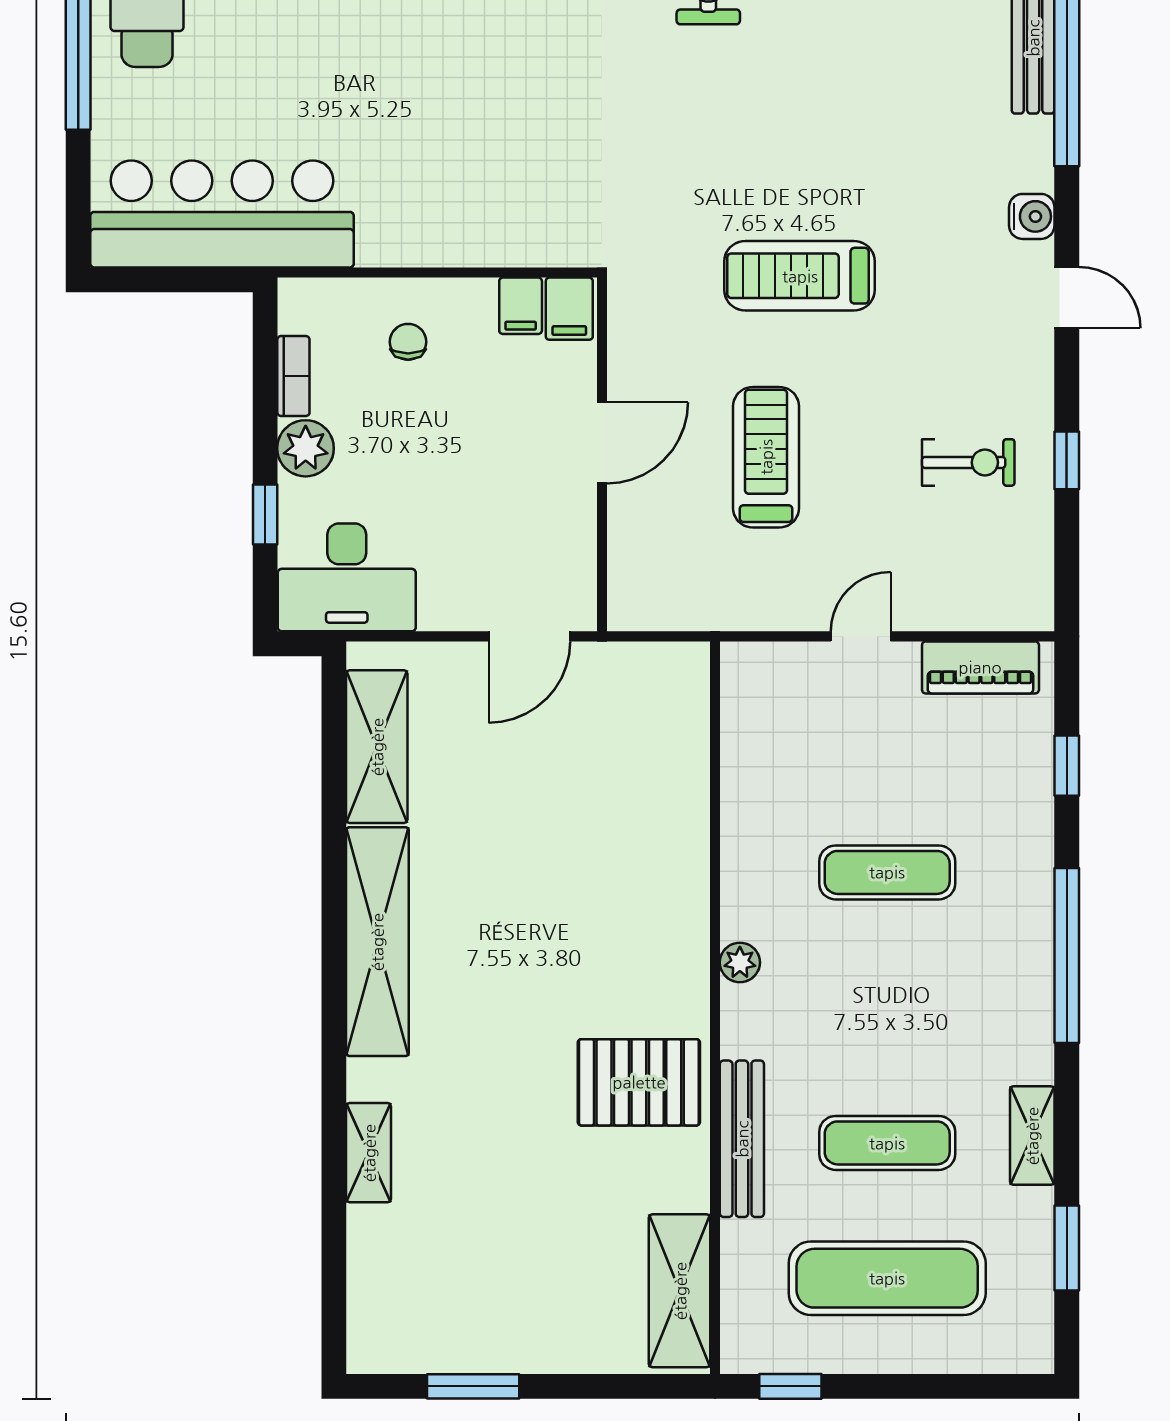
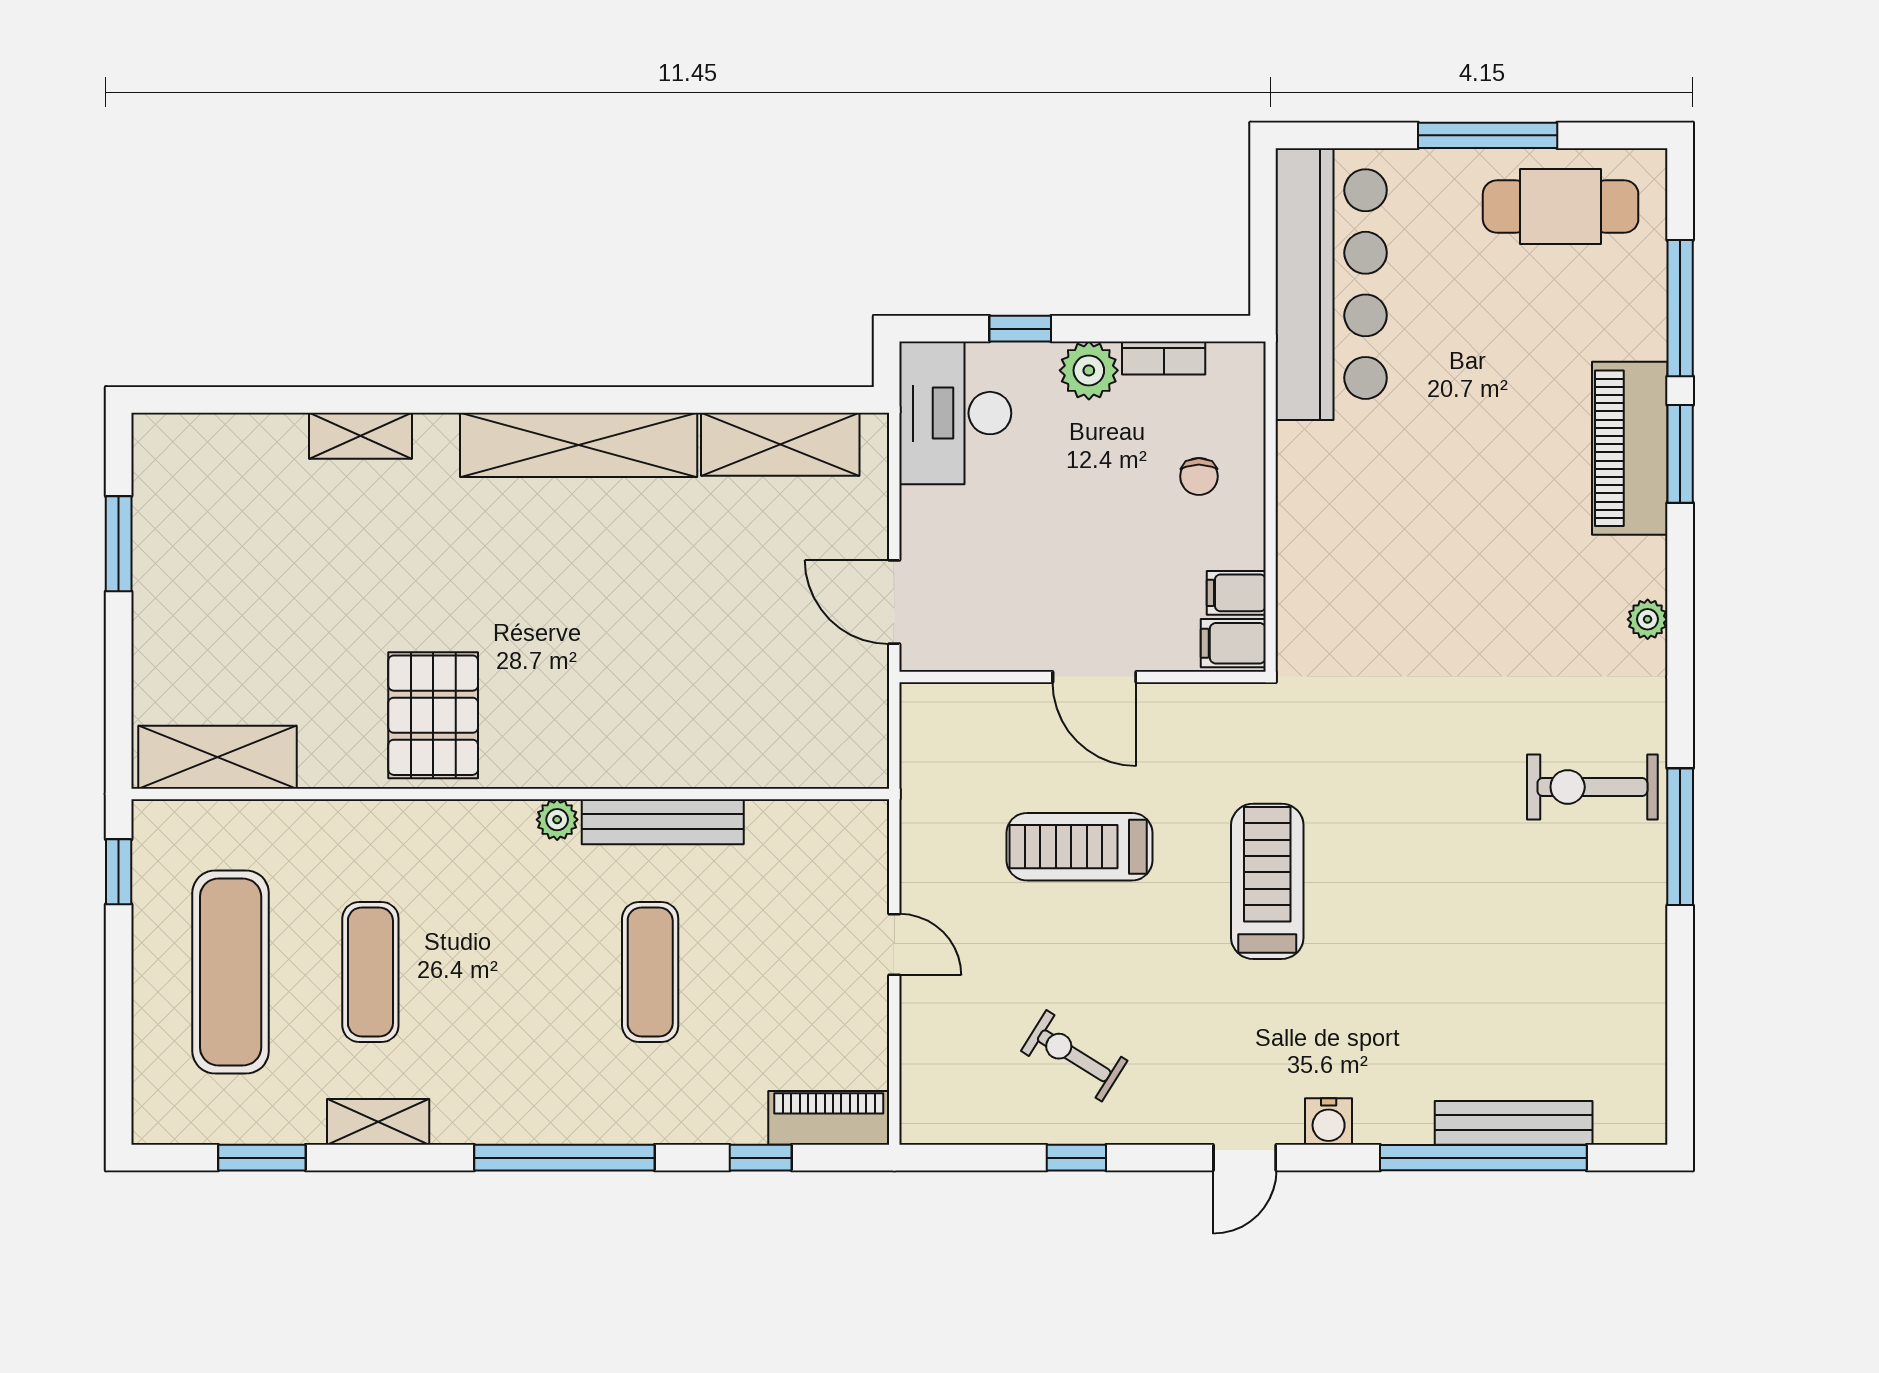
chair: (408, 342) -> (1199, 476), turned 90
treadmill: (766, 457) -> (1080, 847), turned 180
exercise bike: (968, 462) -> (1074, 1056), turned 122
piano: (980, 667) -> (829, 1118), moved, turned 90
bench: (742, 1139) -> (663, 822), moved

